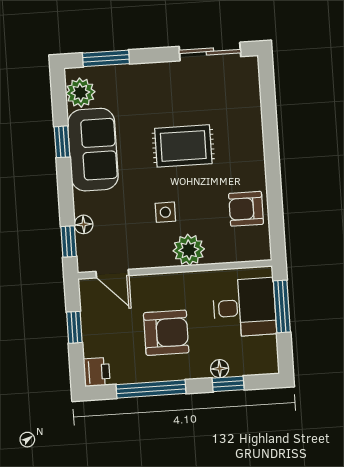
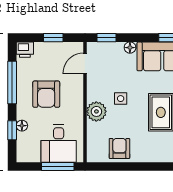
floor lamp: (84, 224) -> (130, 48), moved

